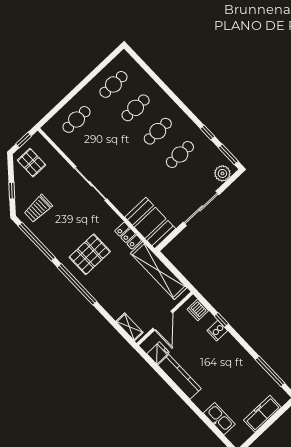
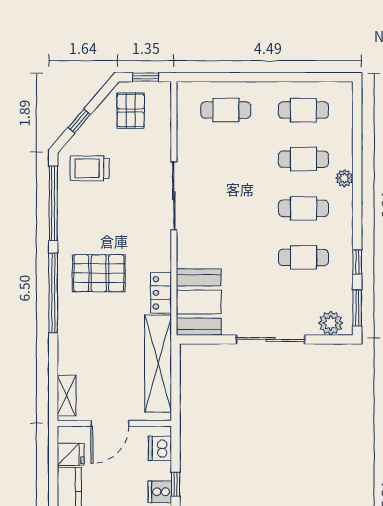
plant: (164, 98) -> (344, 178), added

